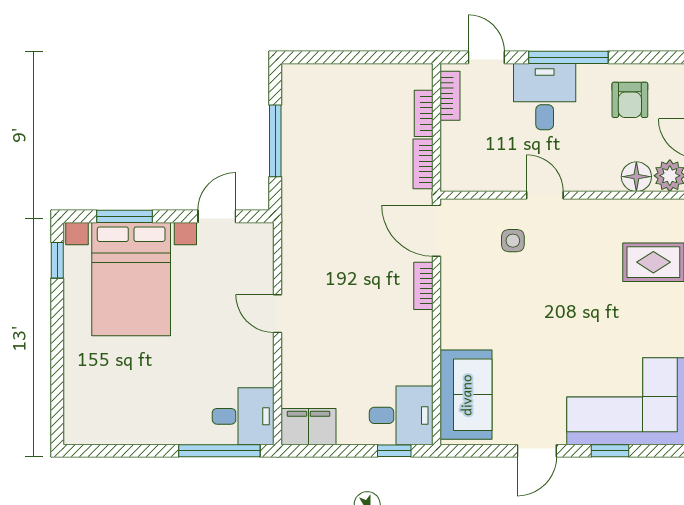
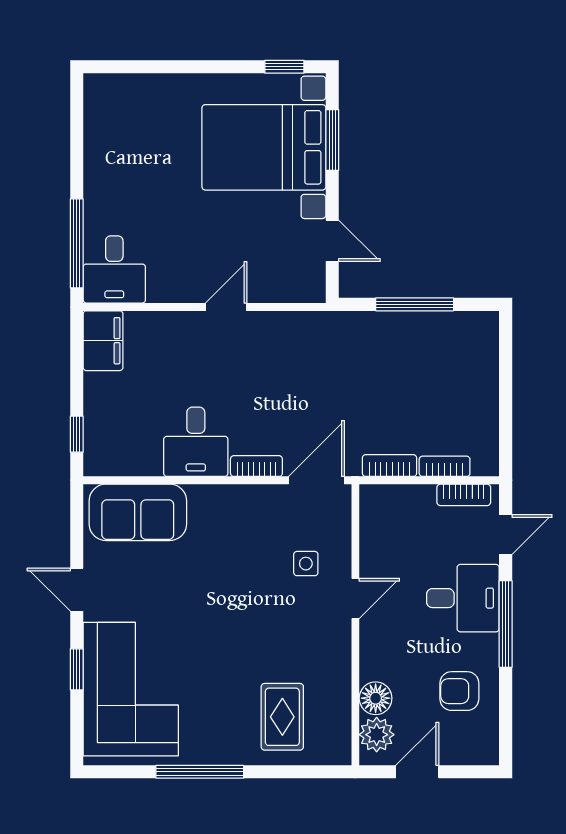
desk: (401, 415) -> (196, 442), moved

